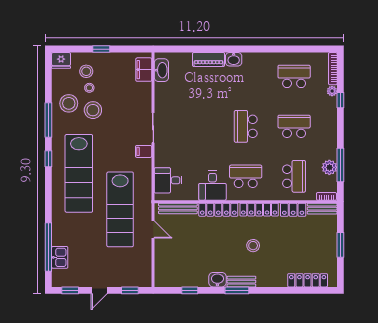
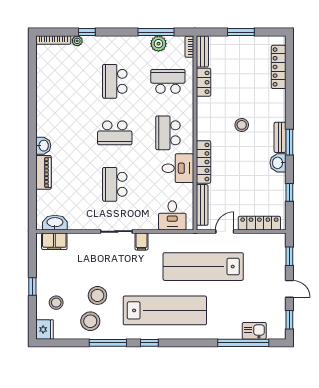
school desk: (294, 76) -> (115, 184), moved
stool: (89, 88) -> (74, 299), removed
lab bench: (120, 209) -> (203, 267), turned 180
locker: (259, 210) -> (259, 223), moved, turned -90

